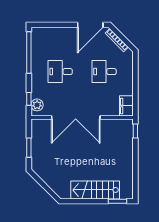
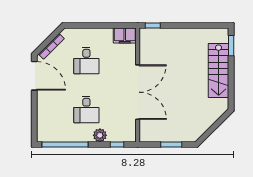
plant: (37, 105) -> (100, 135), moved

